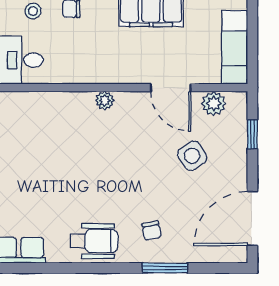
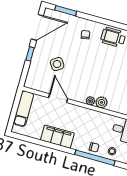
plant: (214, 103) -> (102, 102), moved
window: (252, 134) -> (30, 54), moved
window: (165, 268) -> (66, 11), moved

